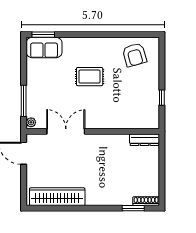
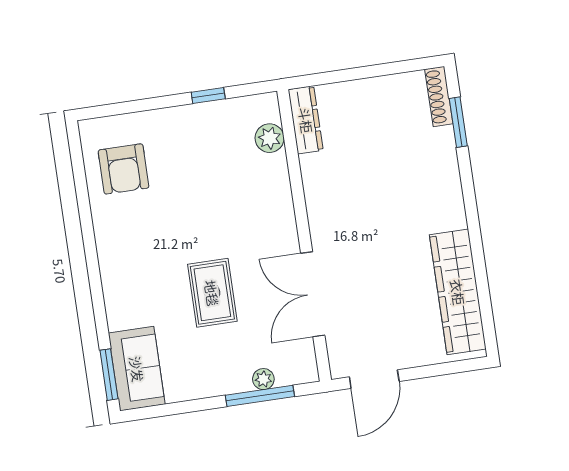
armchair: (134, 55) -> (124, 169), turned 106
rug: (90, 77) -> (212, 293), moved
plant: (31, 122) -> (263, 379), moved
plant: (139, 122) -> (270, 138), added

